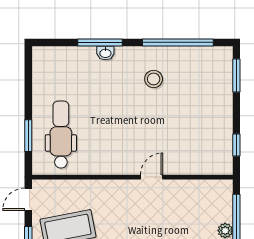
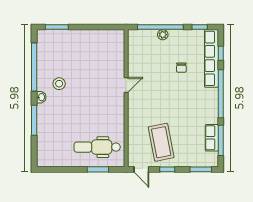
washbasin: (105, 53) -> (41, 97), moved
window: (236, 145) -> (104, 27), removed
door: (152, 177) -> (126, 85), swing flipped

